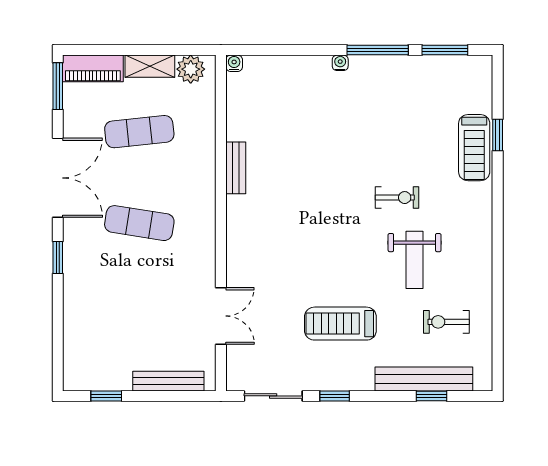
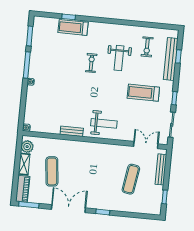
treadmill: (474, 148) -> (73, 27), turned 180
exercise mat: (139, 223) -> (131, 179), moved
weight bench: (261, 240) -> (104, 123), added
weight bench: (415, 260) -> (119, 58), turned 90
double door: (221, 316) -> (146, 145), moved
treadmill: (340, 324) -> (143, 93), turned 90

